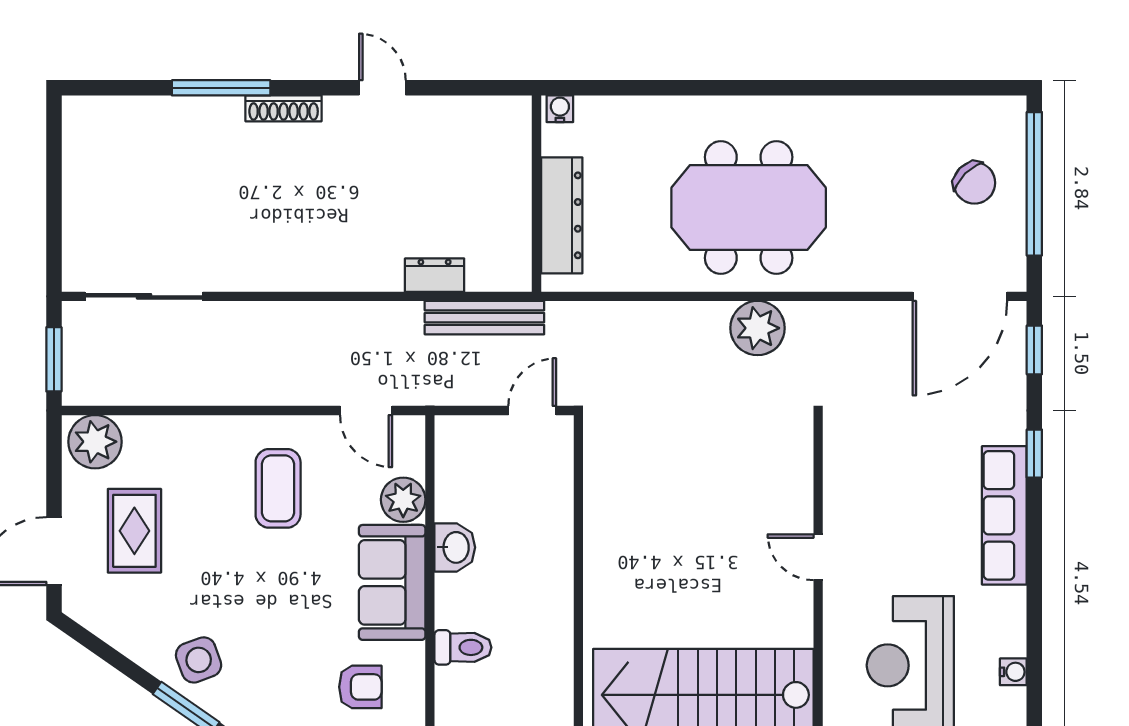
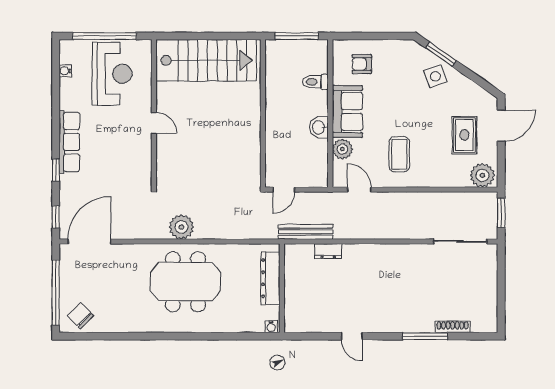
shoe rack: (284, 108) -> (453, 327), moved
chair: (974, 183) -> (80, 316), moved

